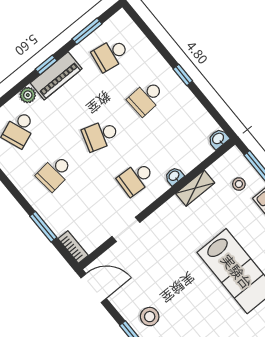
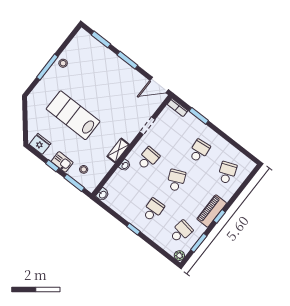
plant: (28, 95) -> (179, 256), moved
school desk: (100, 135) -> (176, 180), turned -42
shelving: (195, 188) -> (118, 150), moved
stool: (150, 317) -> (121, 75), removed

